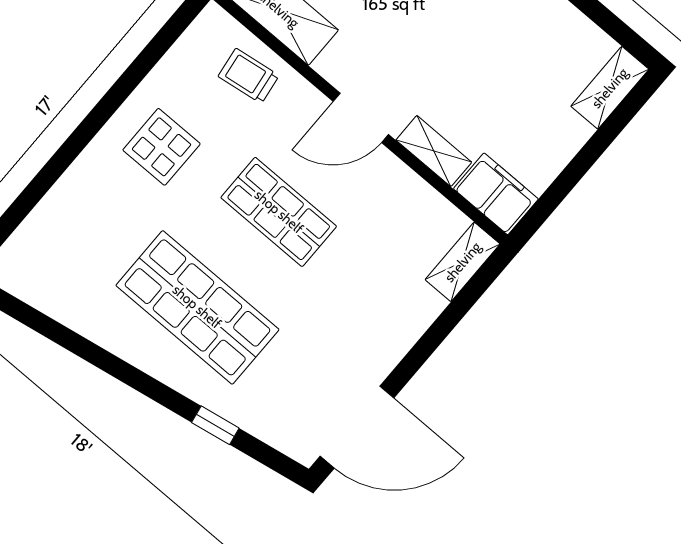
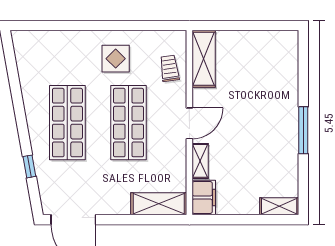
door: (361, 118) -> (189, 123), swing flipped
shop shelf: (279, 212) -> (129, 123), width x1.43, depth x1.36
shelving: (463, 262) -> (159, 204), width x1.50, depth x1.33

